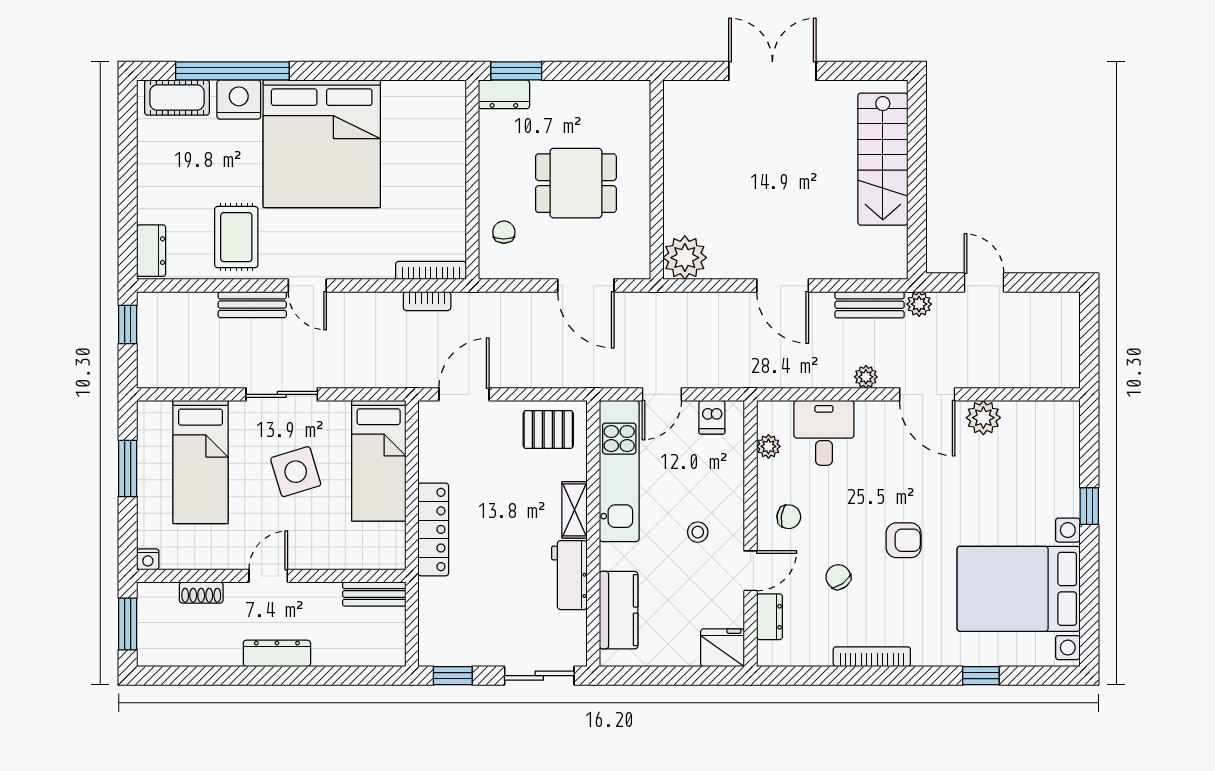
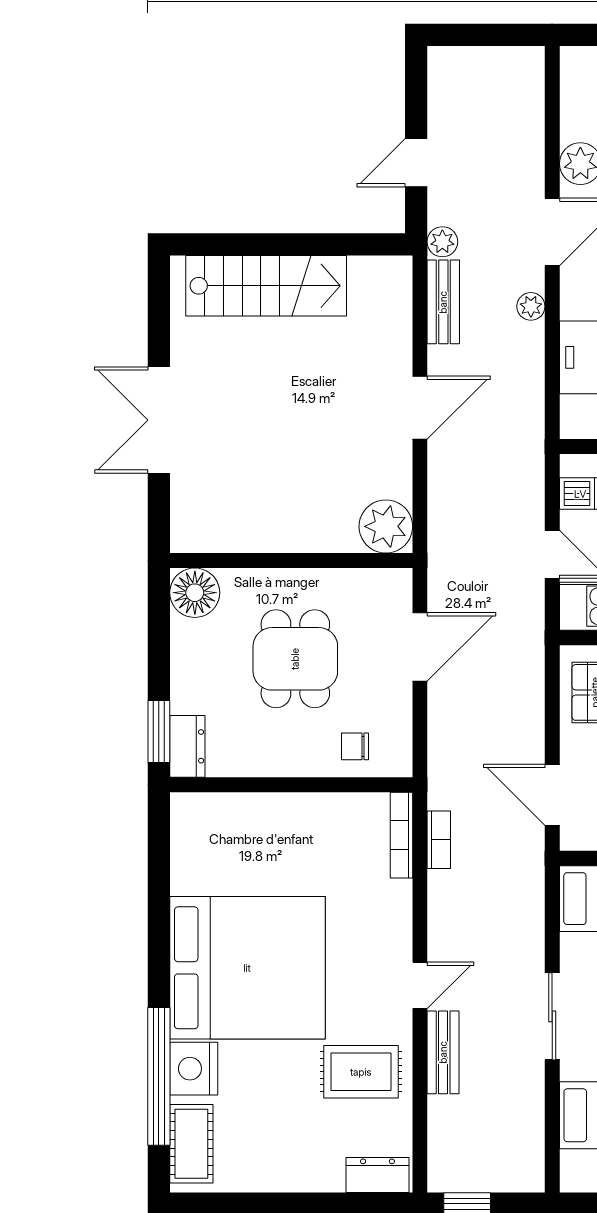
floor lamp: (630, 100) -> (195, 593), added

